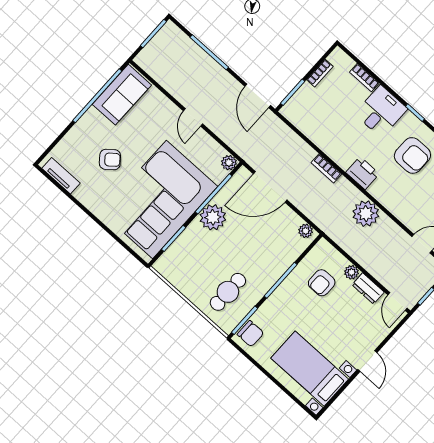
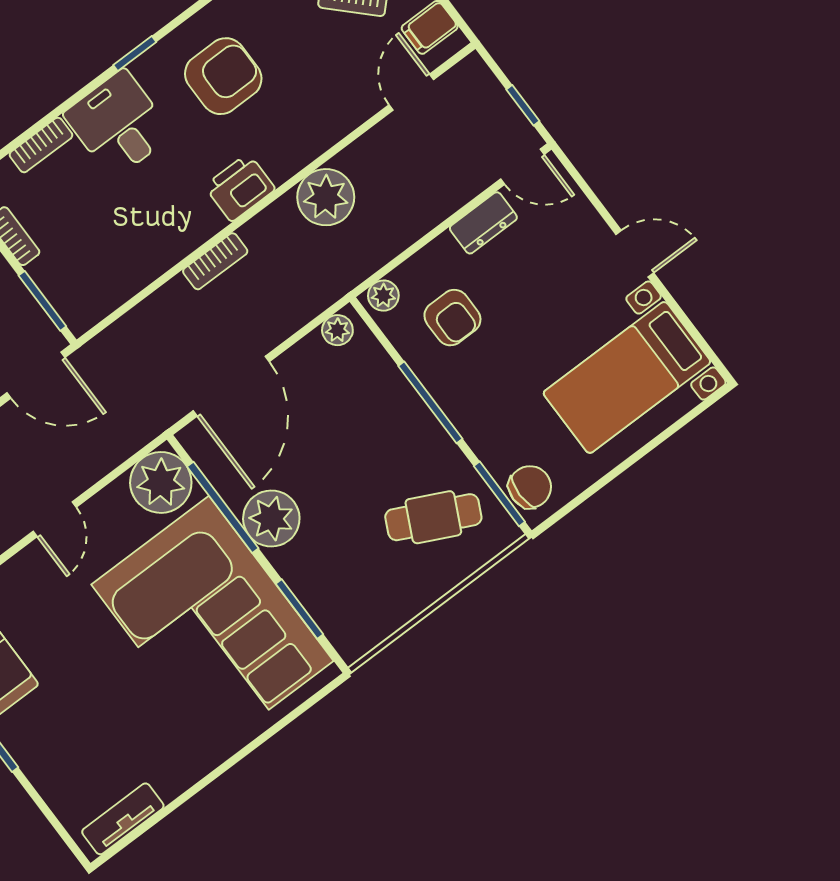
door: (193, 117) -> (55, 519), hinge flipped
armchair: (110, 160) -> (109, 710), removed
plant: (229, 163) -> (161, 482), width x1.88, depth x1.88
plant: (352, 272) -> (383, 296), moved
cafe table: (228, 292) -> (433, 517), turned -64

